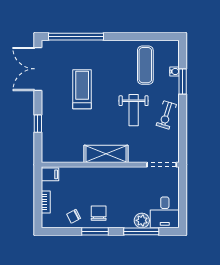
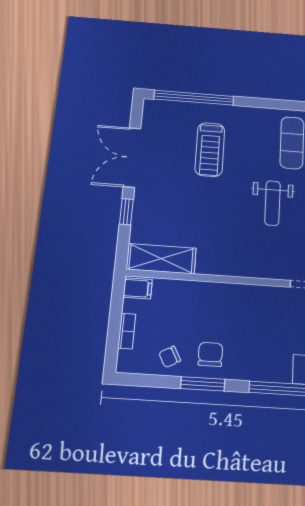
double door: (38, 69) -> (132, 157), moved
treadmill: (82, 89) -> (210, 149), moved, turned 180
shelving: (106, 154) -> (161, 259), moved
plant: (142, 220) -> (279, 371), removed

